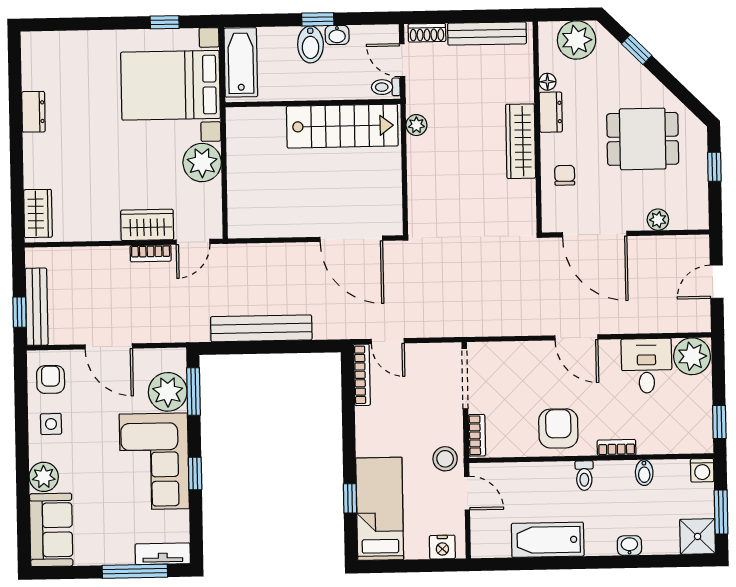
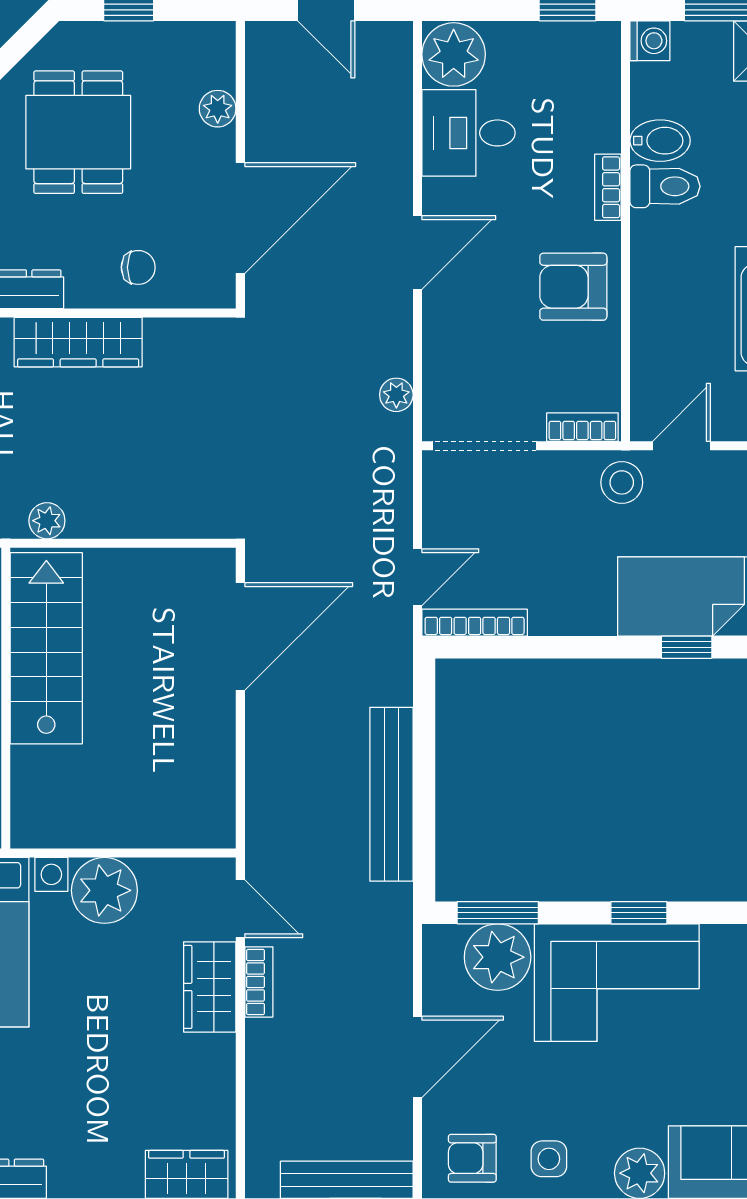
chair: (565, 175) -> (138, 267), turned 180
plant: (494, 327) -> (396, 395), added
bidet: (644, 473) -> (660, 141), width x1.38, depth x1.36
toilet: (584, 476) -> (665, 186), moved, width x1.37, depth x1.39

